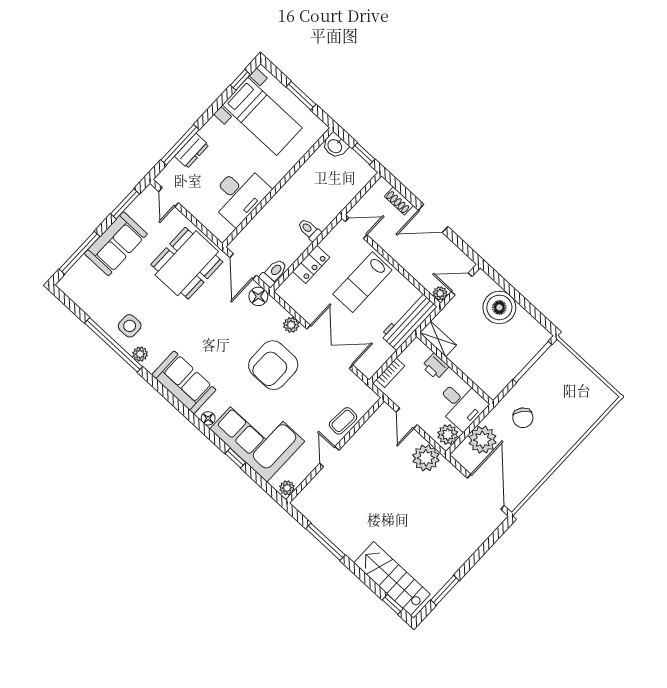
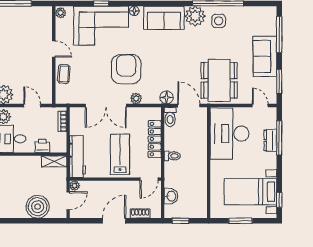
washbasin: (335, 146) -> (171, 196), moved, turned 90
desk: (239, 195) -> (229, 134), width x1.36, depth x1.30
locker: (311, 264) -> (155, 139), width x1.53
plant: (140, 354) -> (195, 16), width x1.87, depth x1.87

